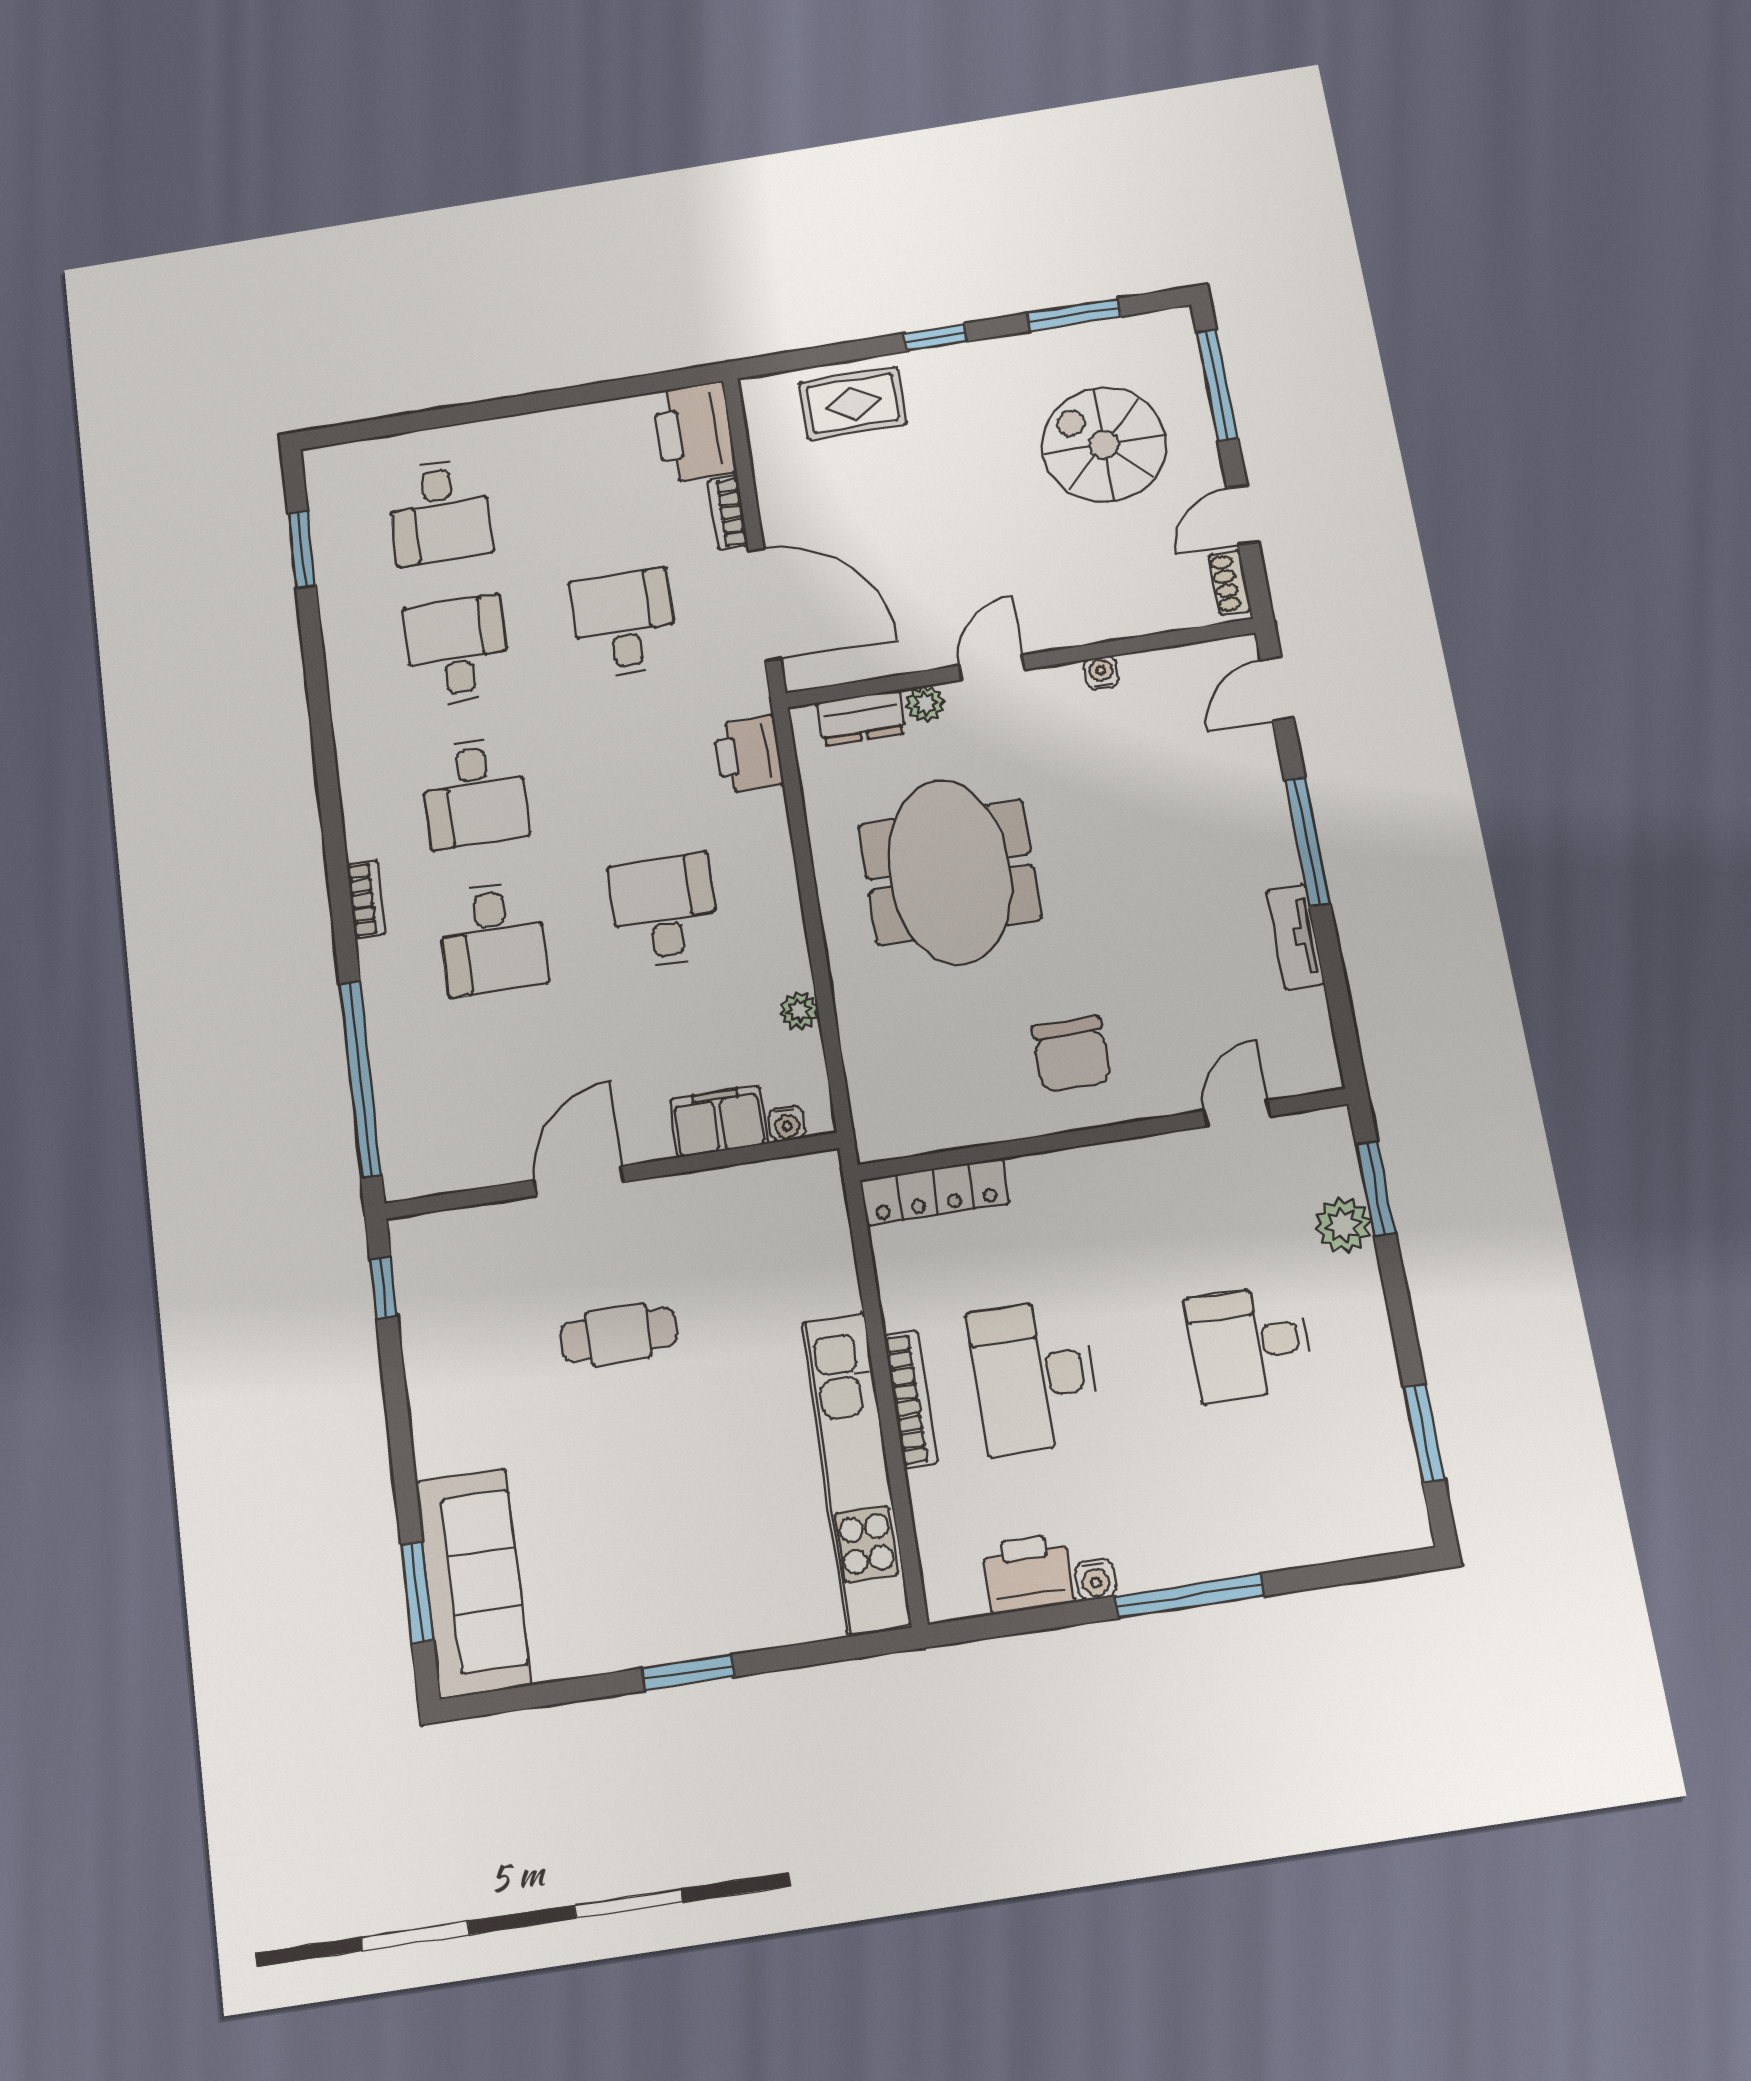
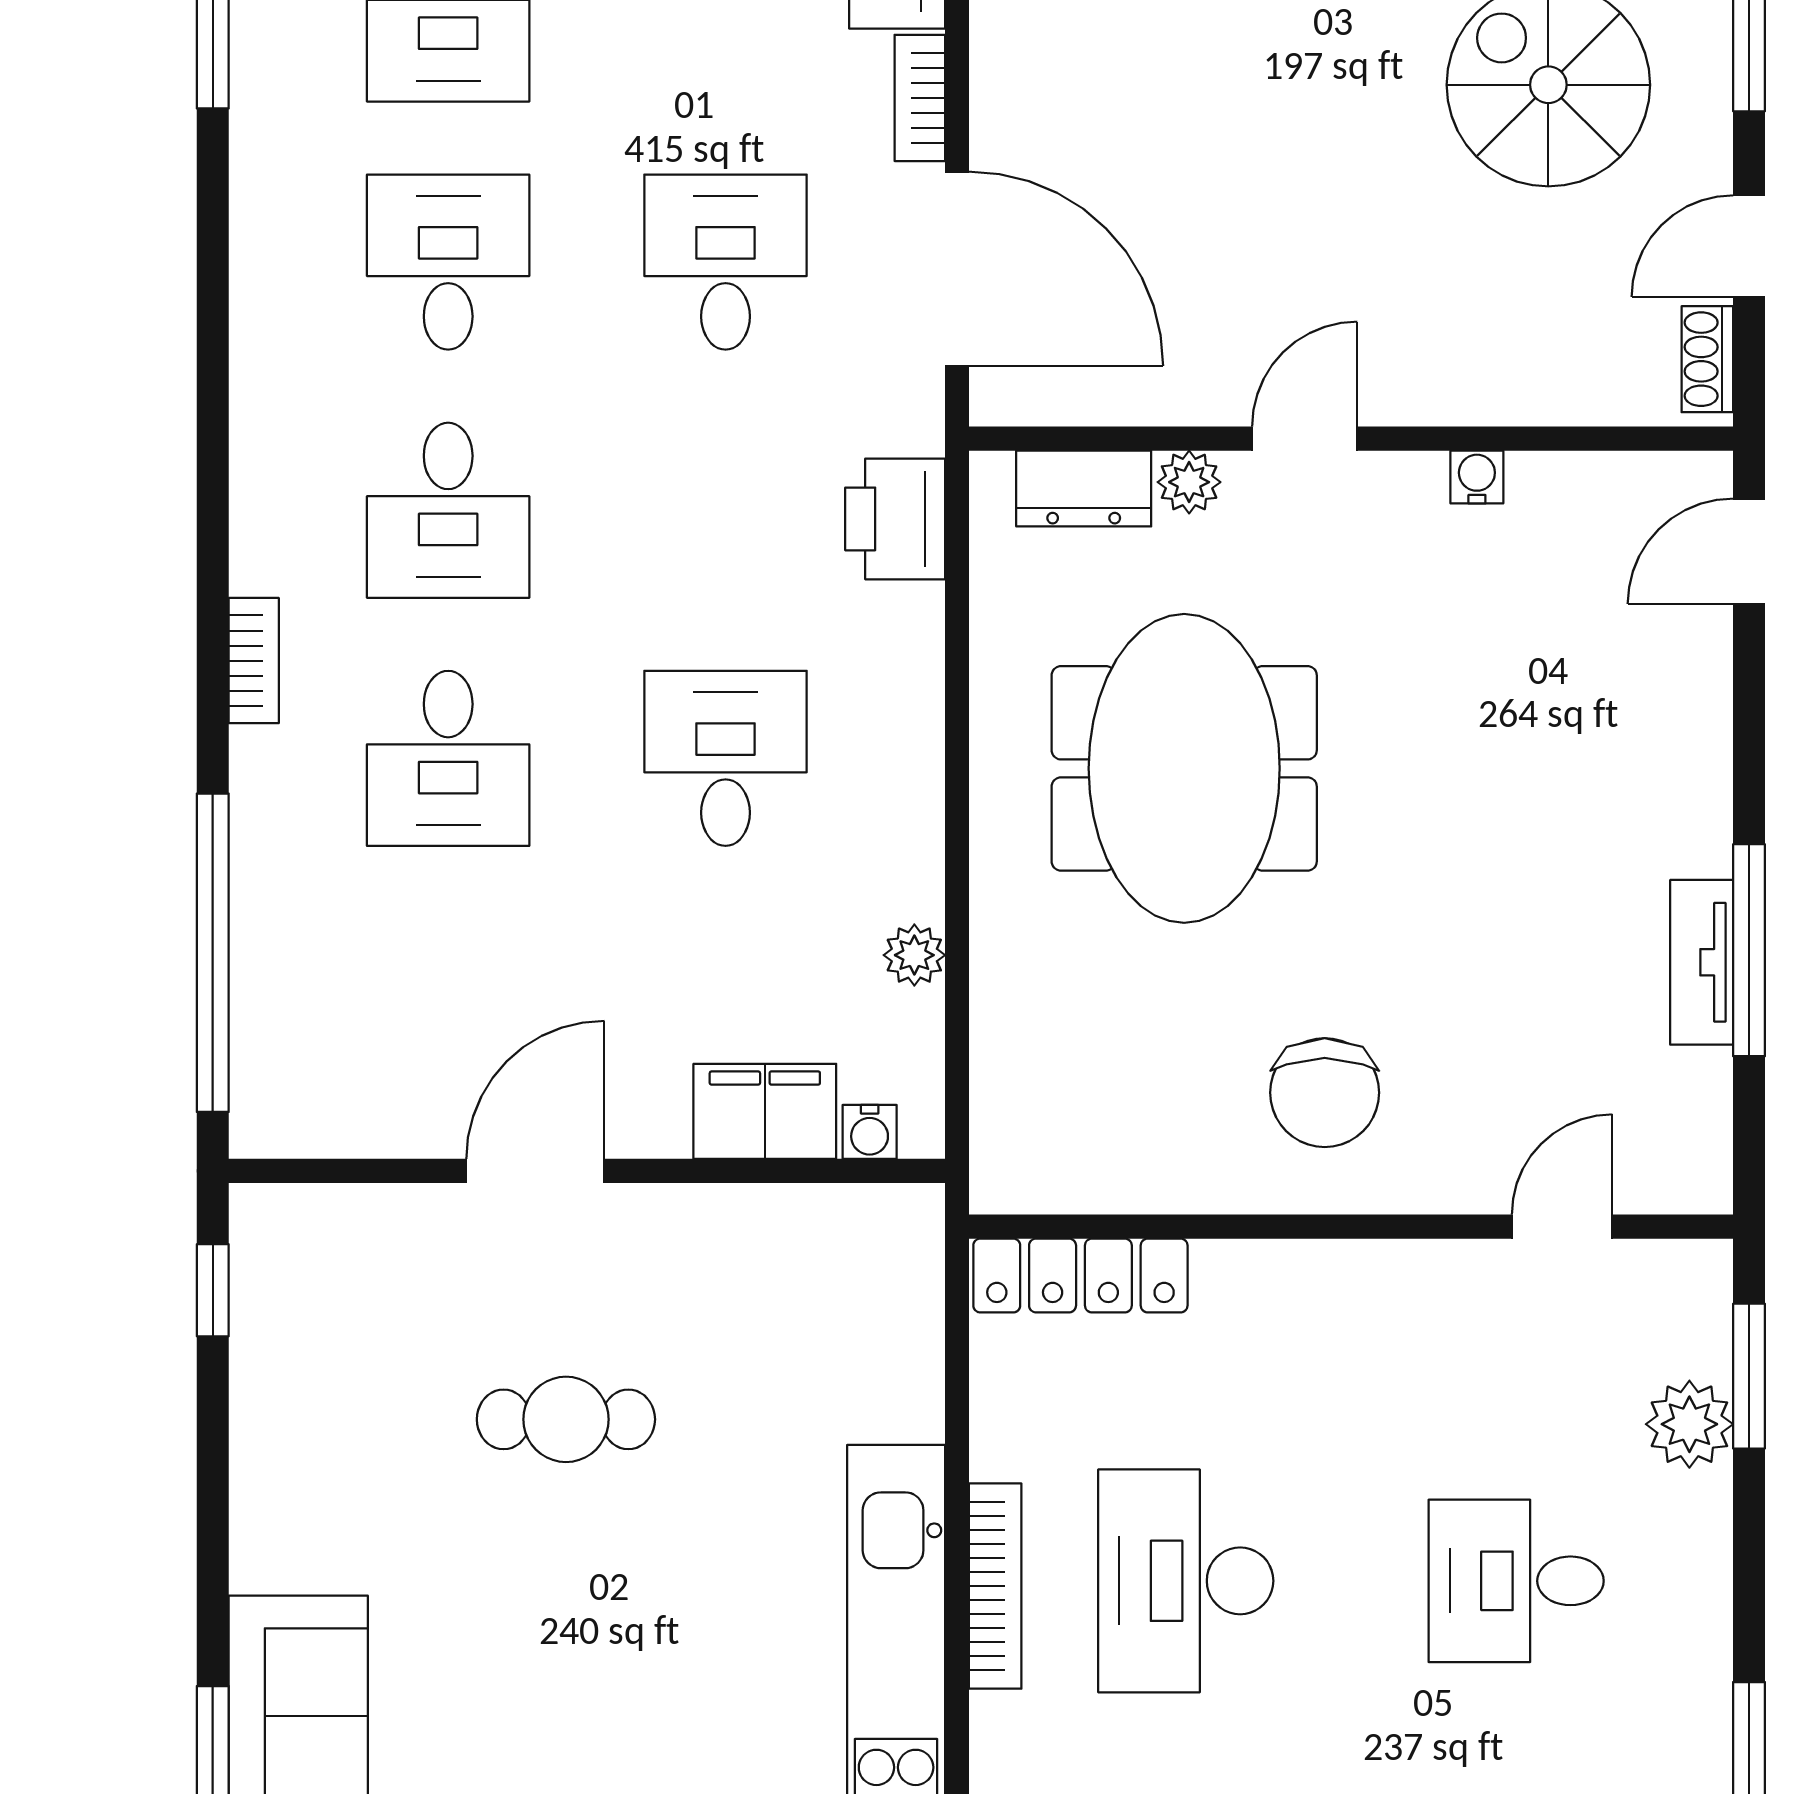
window: (1307, 842) -> (1749, 950), moved

